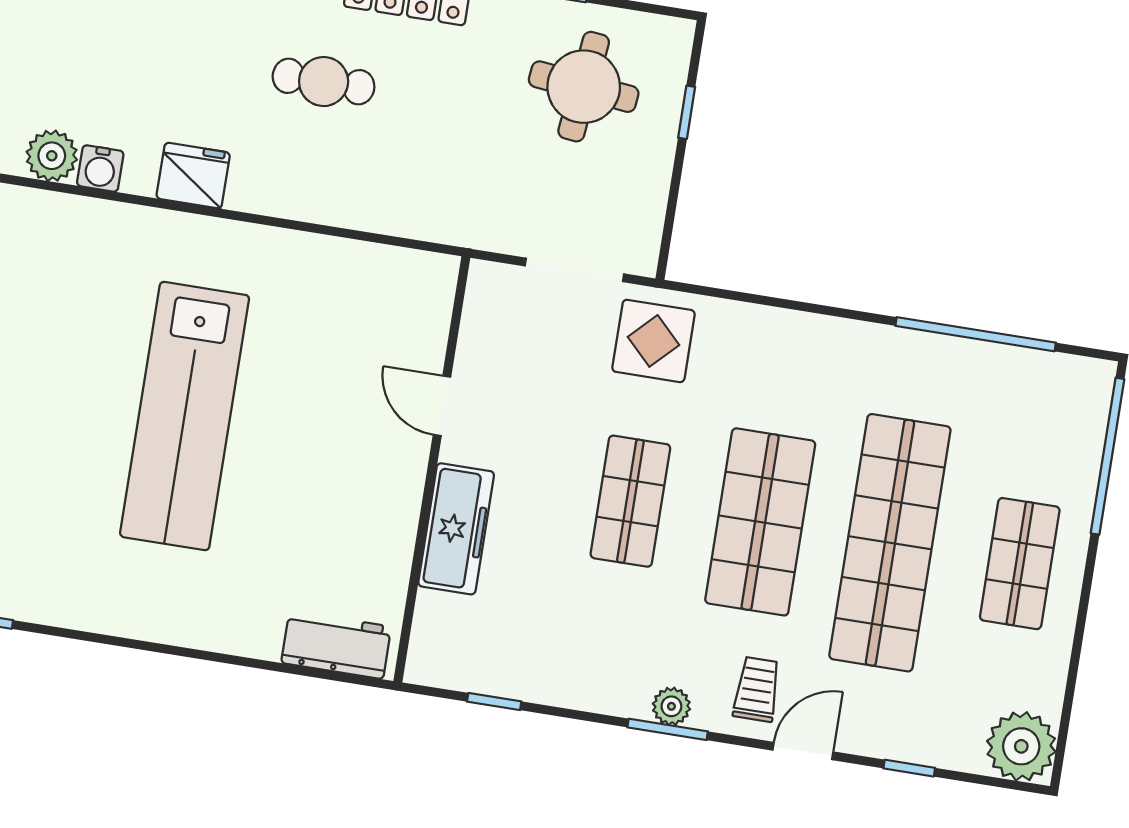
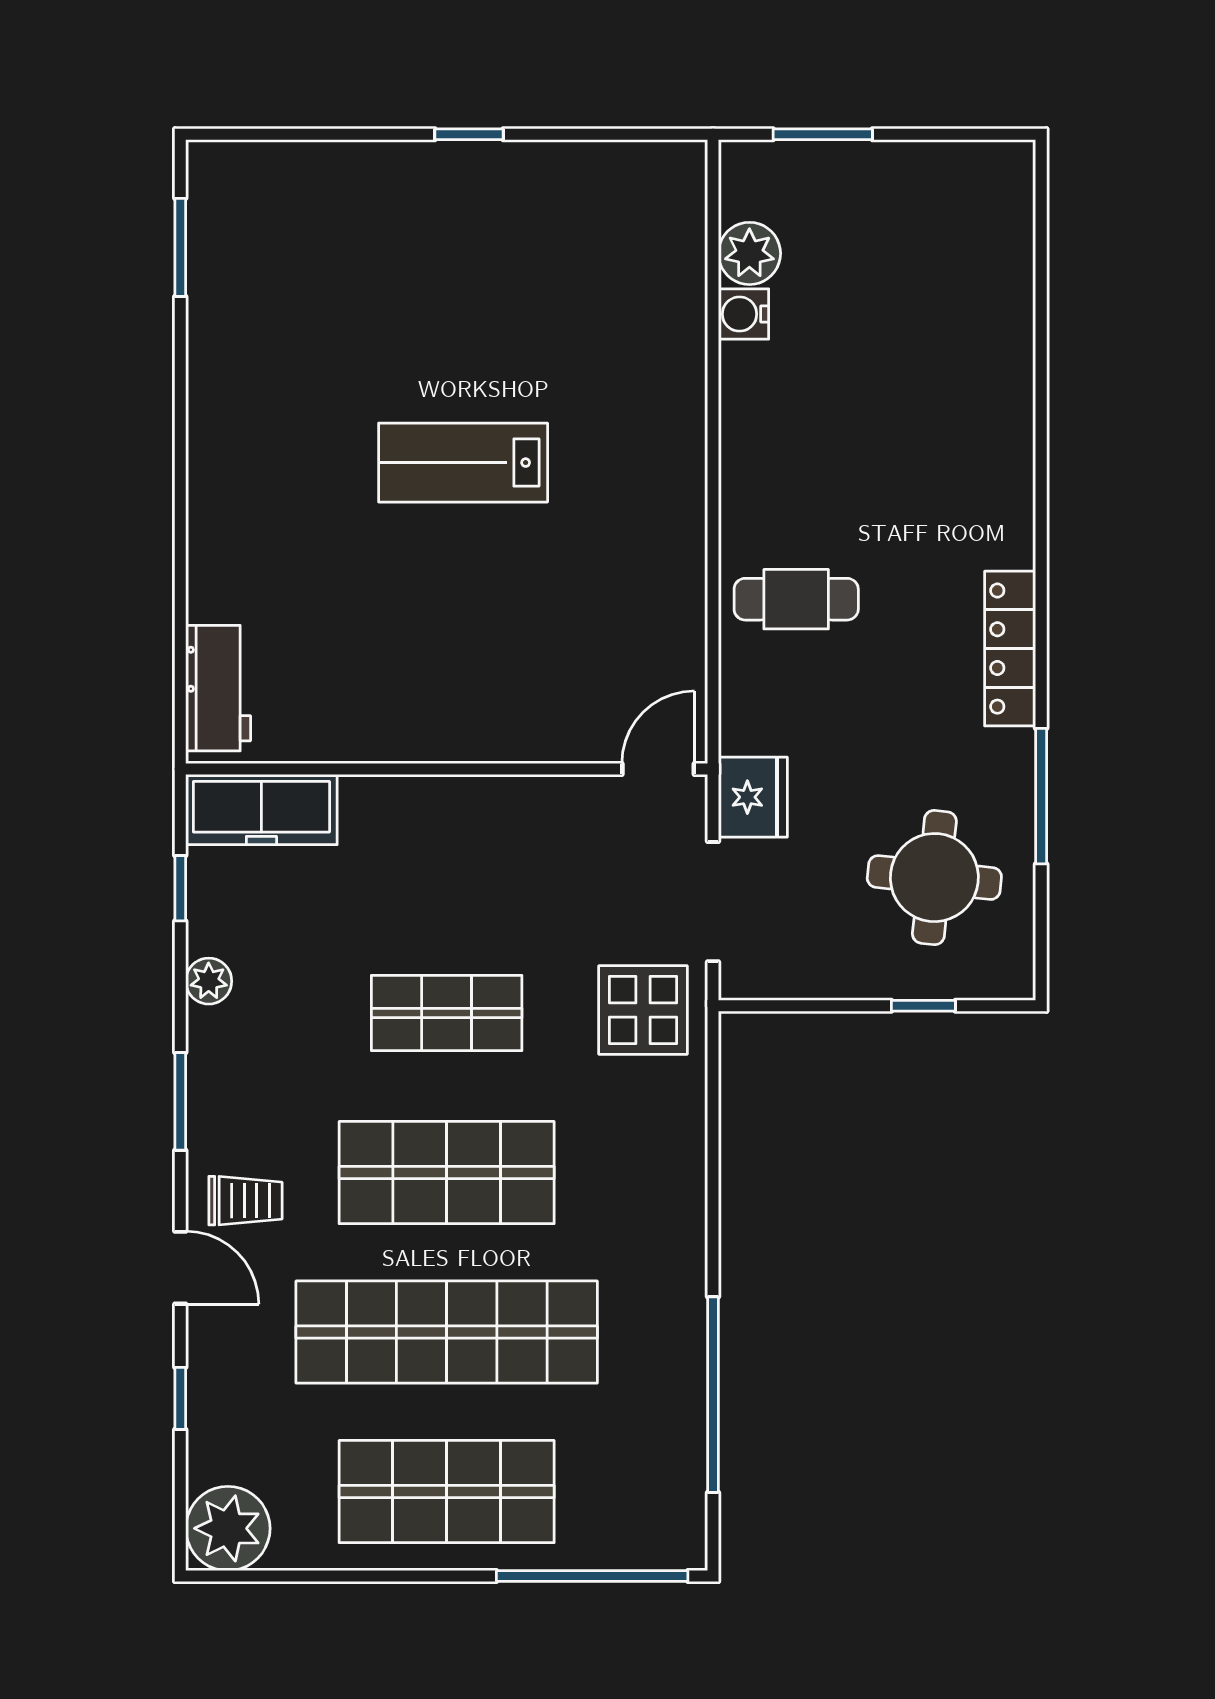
cafe table: (324, 82) -> (796, 599), moved, turned 90
fridge: (193, 176) -> (753, 797), moved
door: (442, 406) -> (658, 769), moved
lab bench: (185, 416) -> (463, 463), width x0.54, depth x0.72
freezer: (456, 529) -> (261, 810), moved
shop shelf: (1020, 564) -> (447, 1492), width x1.43, depth x1.36
plant: (671, 706) -> (209, 981), moved

